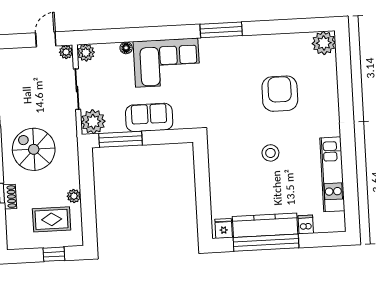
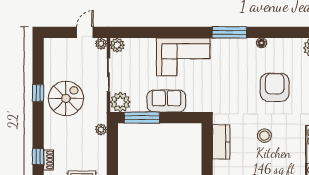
floor lamp: (126, 48) -> (261, 43), moved
spiral stairs: (34, 149) -> (66, 98), moved, turned 90
kitchen counter: (218, 163) -> (221, 142), added
plant: (74, 196) -> (101, 130), moved

